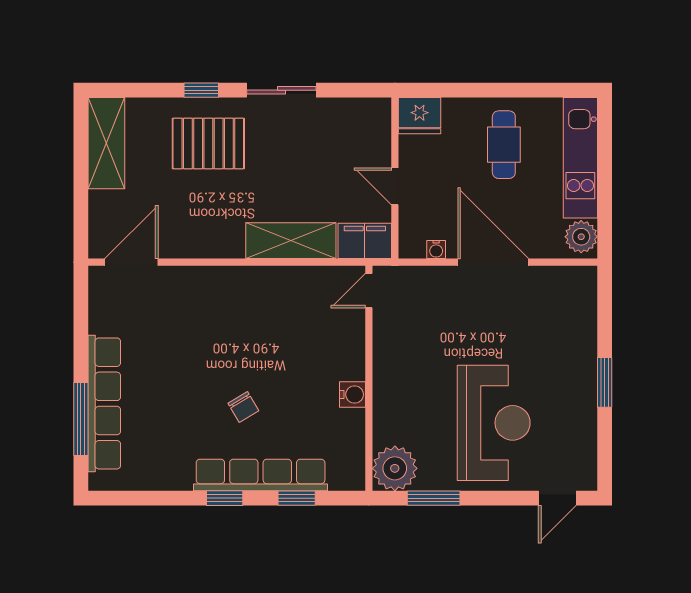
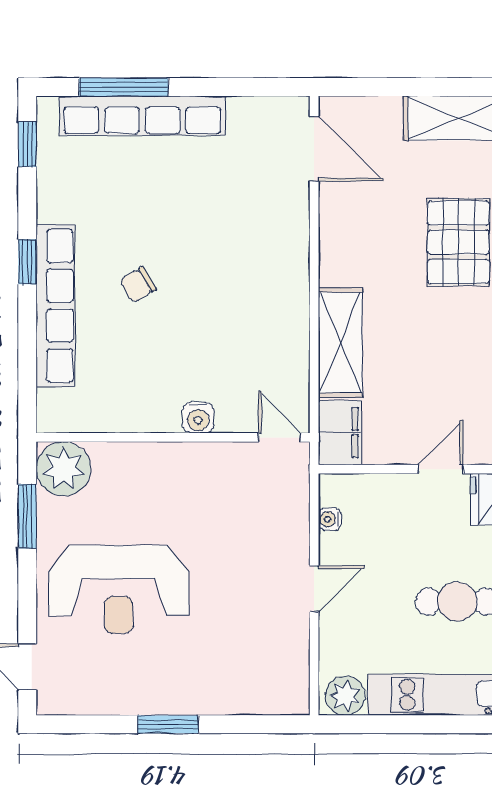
door: (395, 186) -> (441, 469), moved
door: (493, 262) -> (314, 589), width x0.53
water cooler: (353, 394) -> (198, 418), moved
window: (297, 498) -> (27, 144), moved

